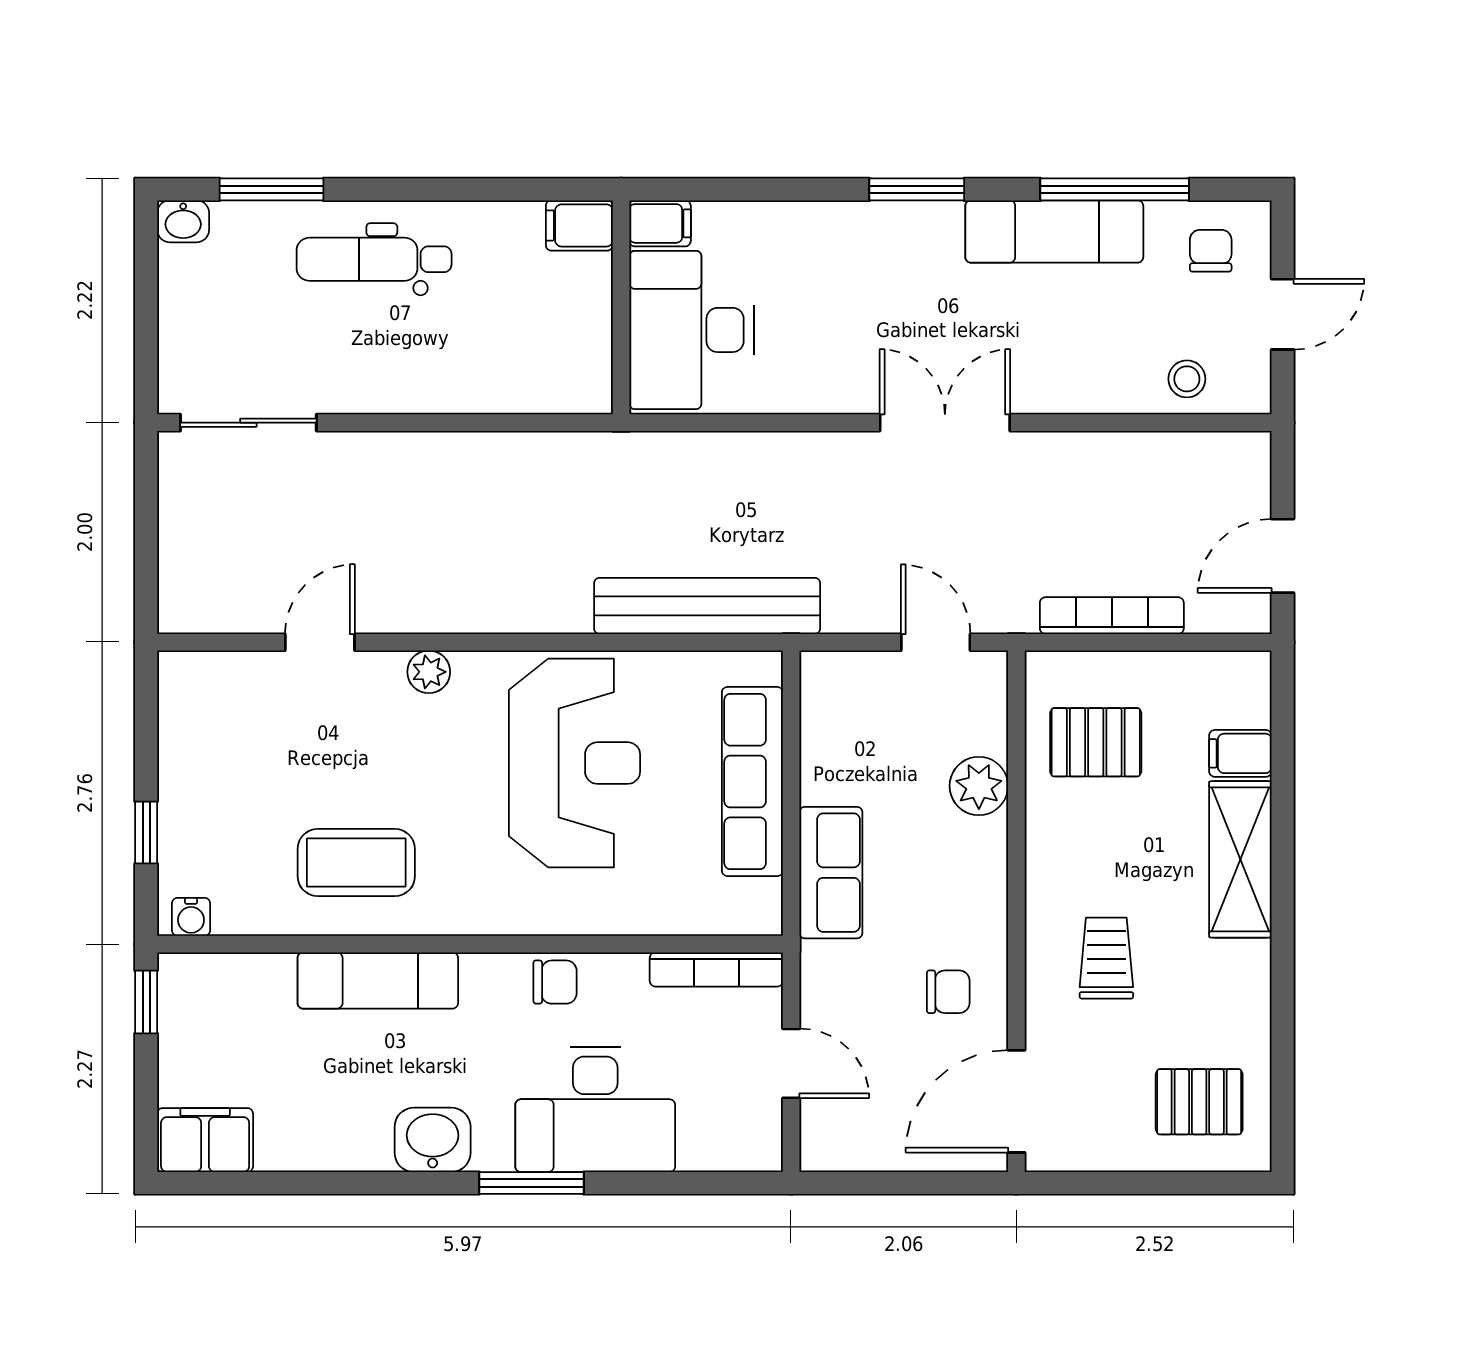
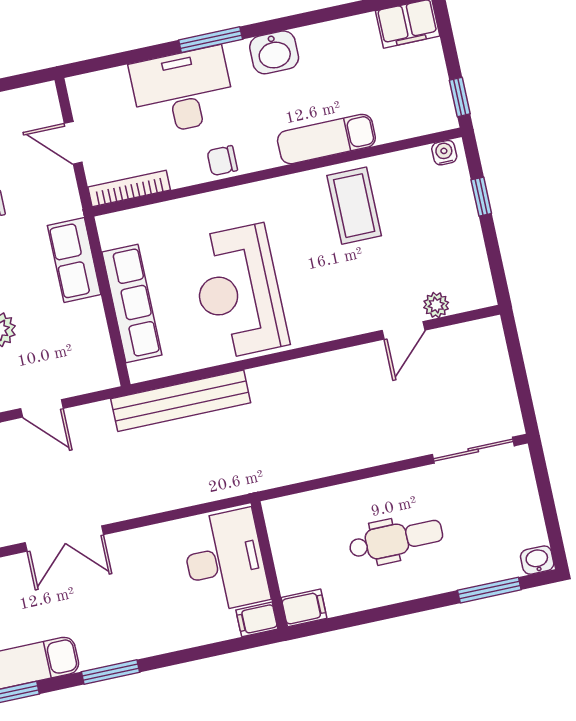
dental chair: (374, 259) -> (396, 539), moved
plant: (429, 672) -> (436, 305), moved
coffee table: (356, 863) -> (354, 206), turned 90

